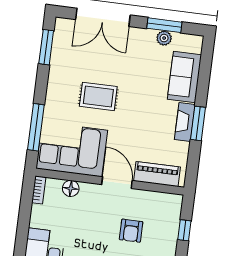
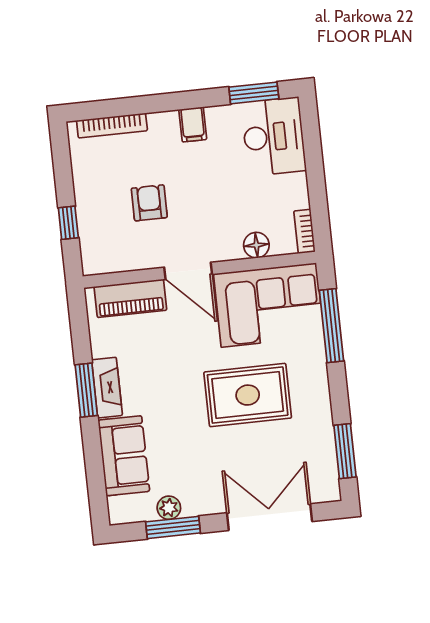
rug: (98, 96) -> (248, 395), width x1.36, depth x1.43

